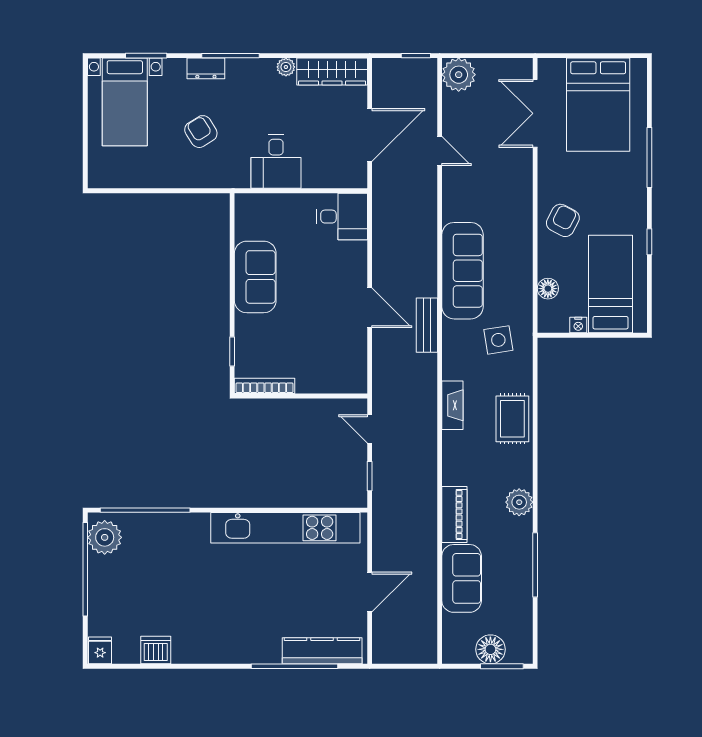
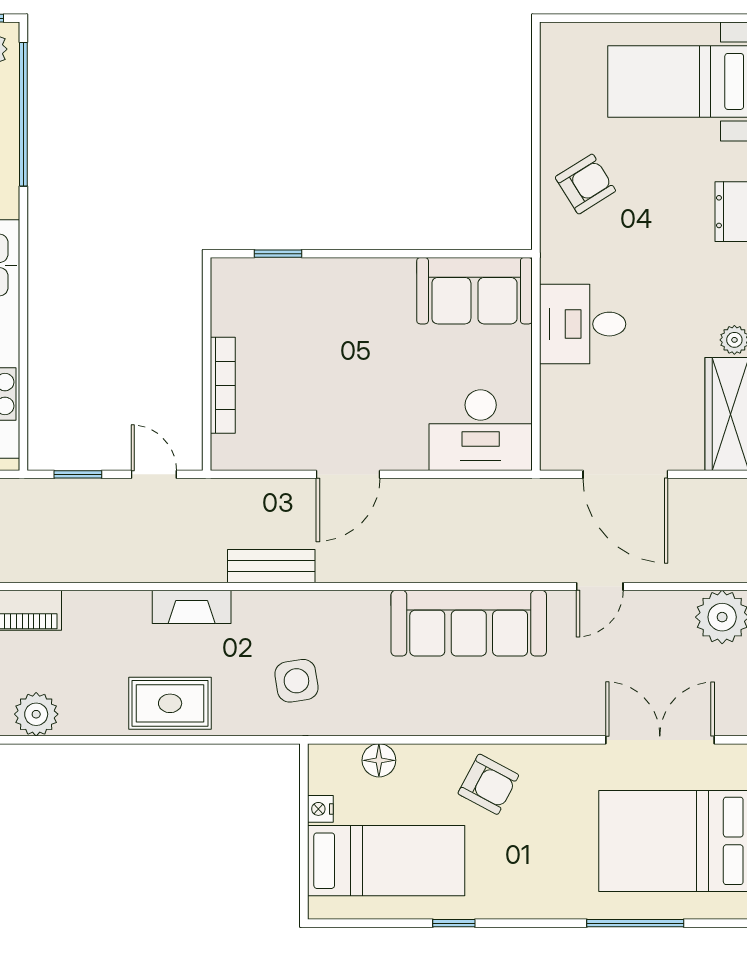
armchair: (201, 132) -> (585, 184), moved
window: (649, 157) -> (635, 923), moved
desk: (342, 217) -> (481, 430), width x1.37
sofa: (462, 271) -> (469, 623), moved
sofa: (255, 277) -> (474, 291), moved
bench: (427, 325) -> (271, 566), moved
bookcase: (264, 386) -> (223, 385), moved
door: (370, 429) -> (154, 474), hinge flipped

